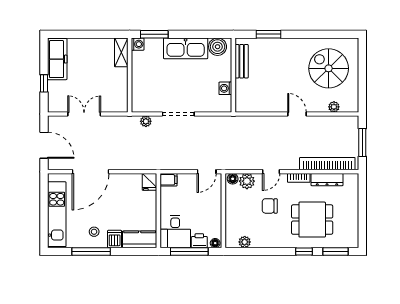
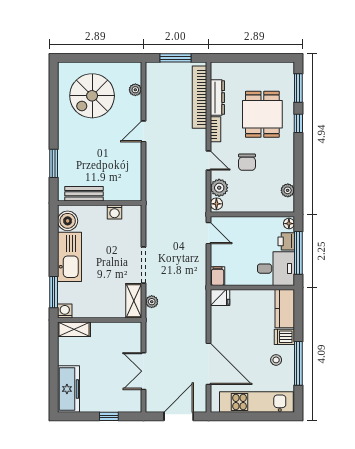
freezer: (57, 59) -> (68, 389), moved, turned 90
shelving: (147, 105) -> (134, 301), added

